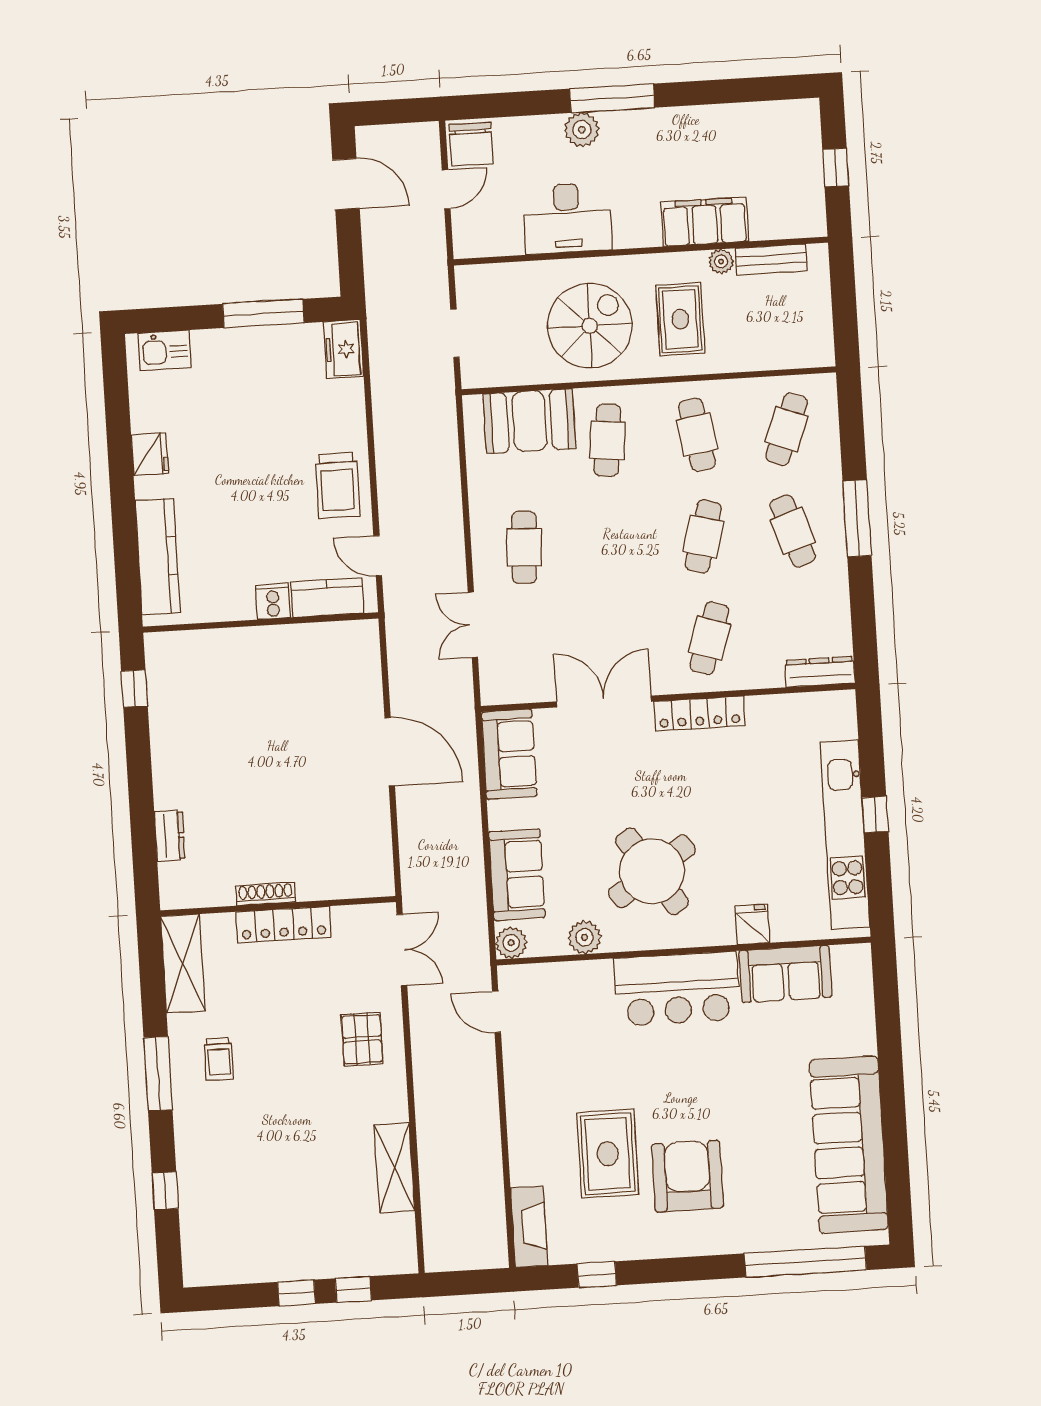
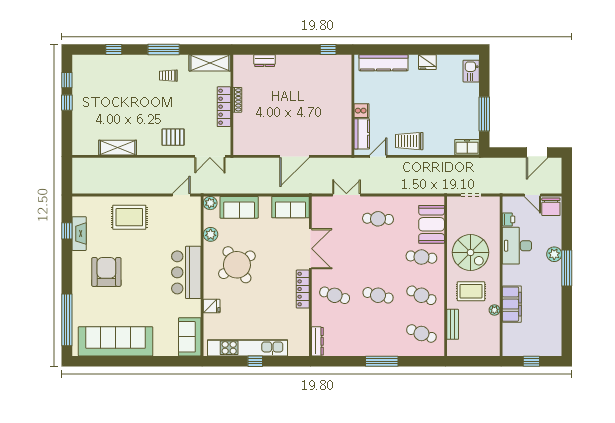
chair: (471, 144) -> (551, 207), turned -90
printer: (507, 242) -> (508, 219), added
bench: (771, 260) -> (453, 324), moved
cafe table: (697, 435) -> (421, 295), turned 33
cafe table: (793, 531) -> (378, 333), removed
sofa: (785, 974) -> (190, 337), moved
rug: (608, 1154) -> (129, 217), moved
armchair: (687, 1176) -> (106, 272), turned -90
fireplace: (529, 1227) -> (79, 234), moved, turned -90
window: (353, 1289) -> (67, 80), moved

